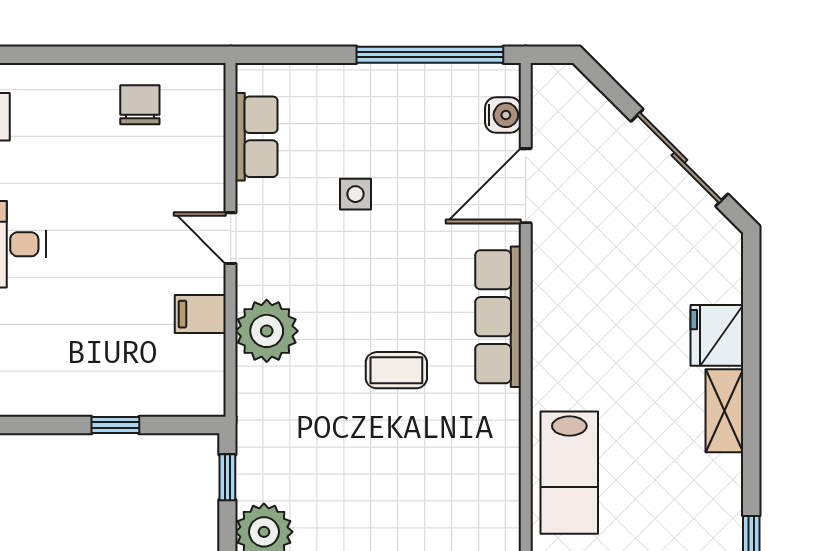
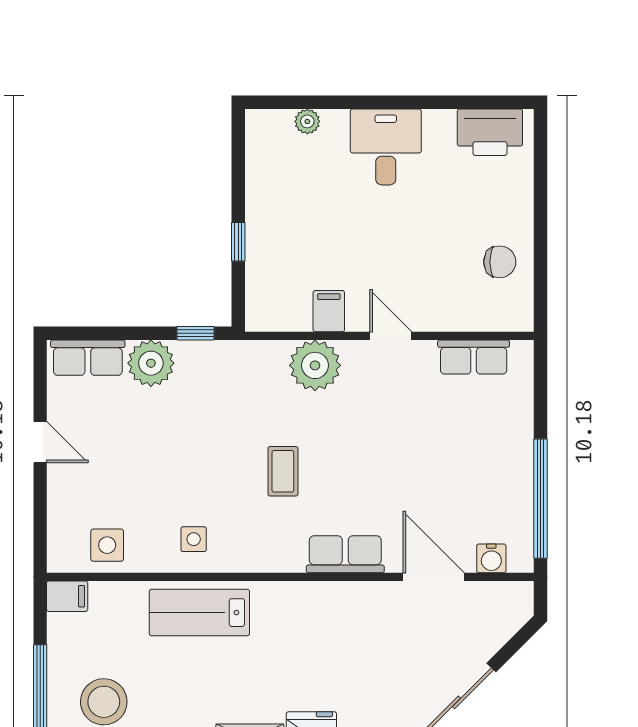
side table: (355, 194) -> (194, 539), moved
door: (231, 238) -> (391, 336), hinge flipped
row of seats: (498, 317) -> (345, 554), width x0.68

